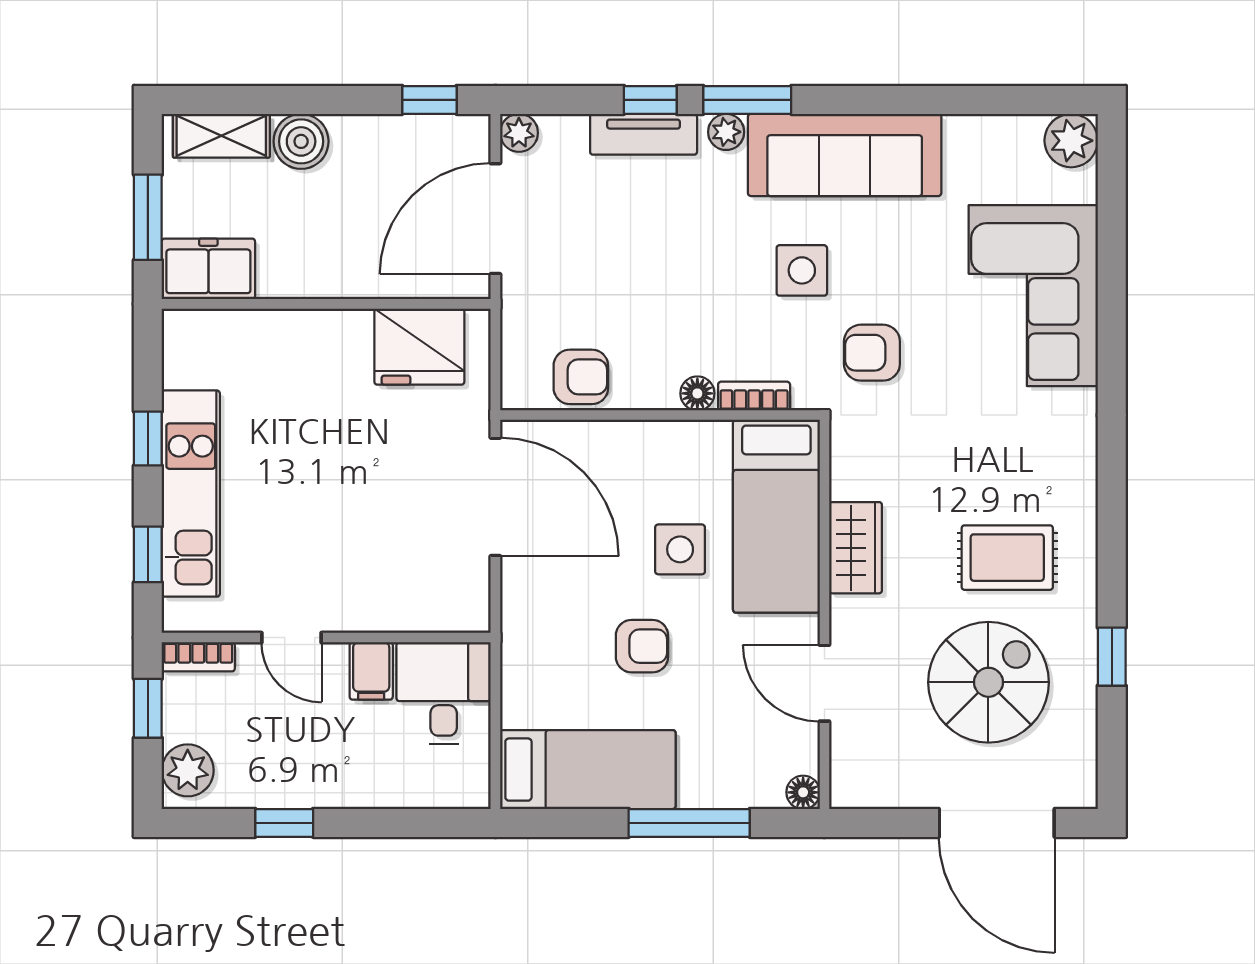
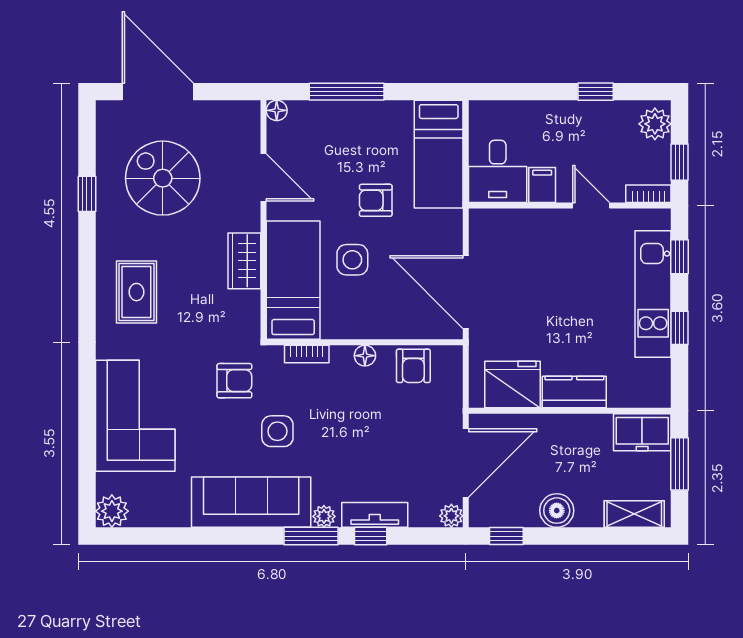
boiler: (301, 141) -> (557, 511), moved
kitchen counter: (319, 334) -> (574, 392), added
armchair: (581, 377) -> (413, 366), turned -90
floor lamp: (697, 393) -> (365, 356), moved
rug: (1007, 558) -> (136, 292), moved, turned 90
spiral stairs: (988, 682) -> (163, 178), turned 90
bed: (588, 770) -> (439, 154), moved, turned -90

